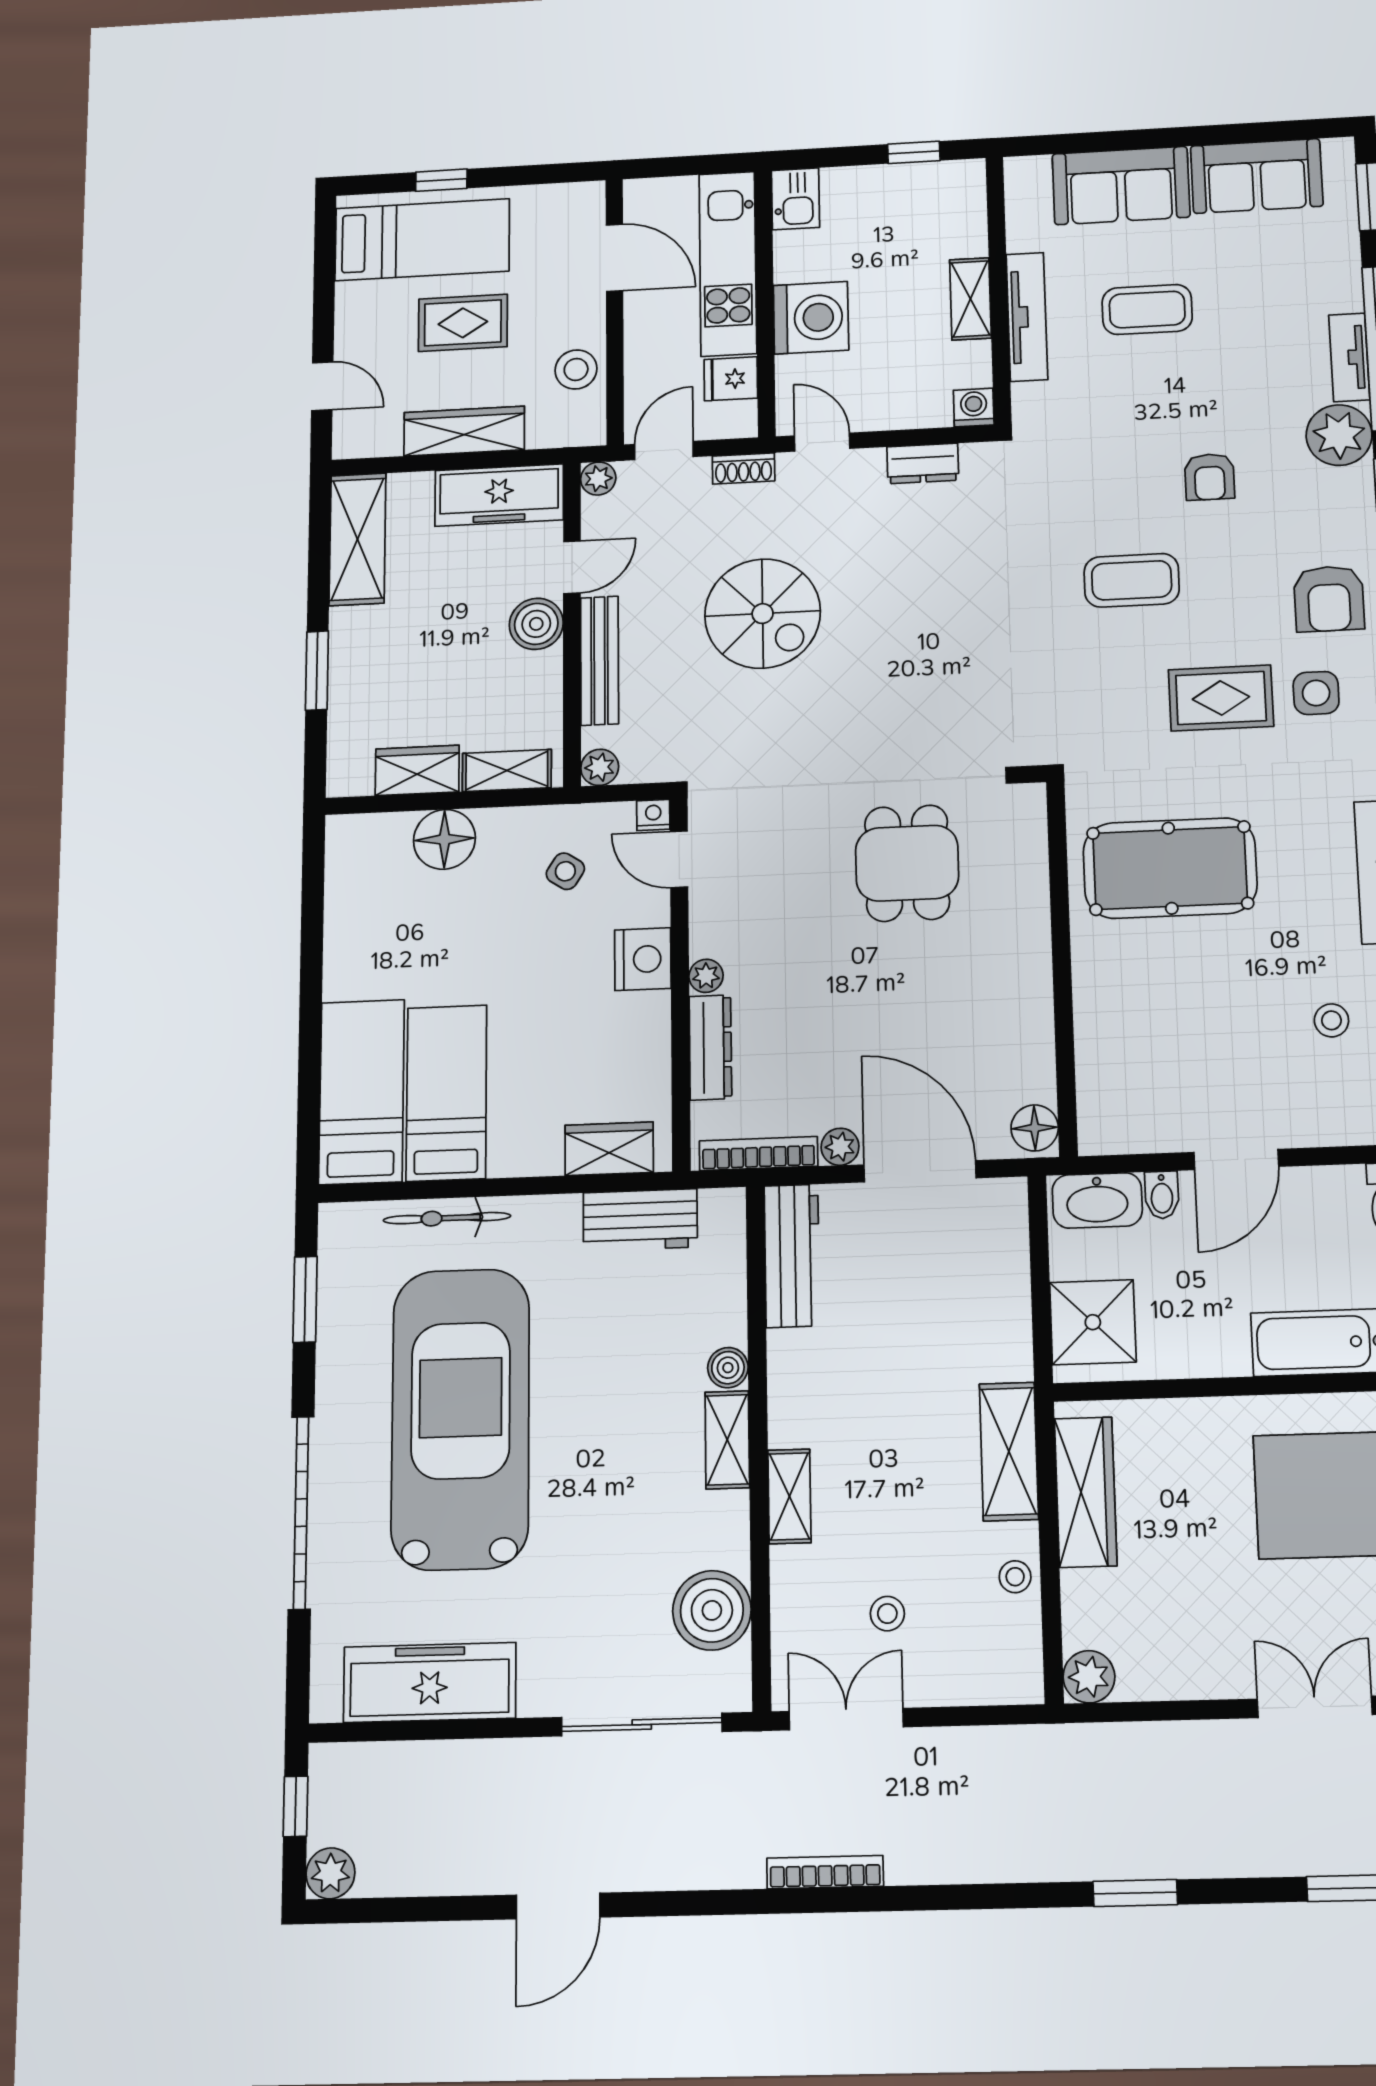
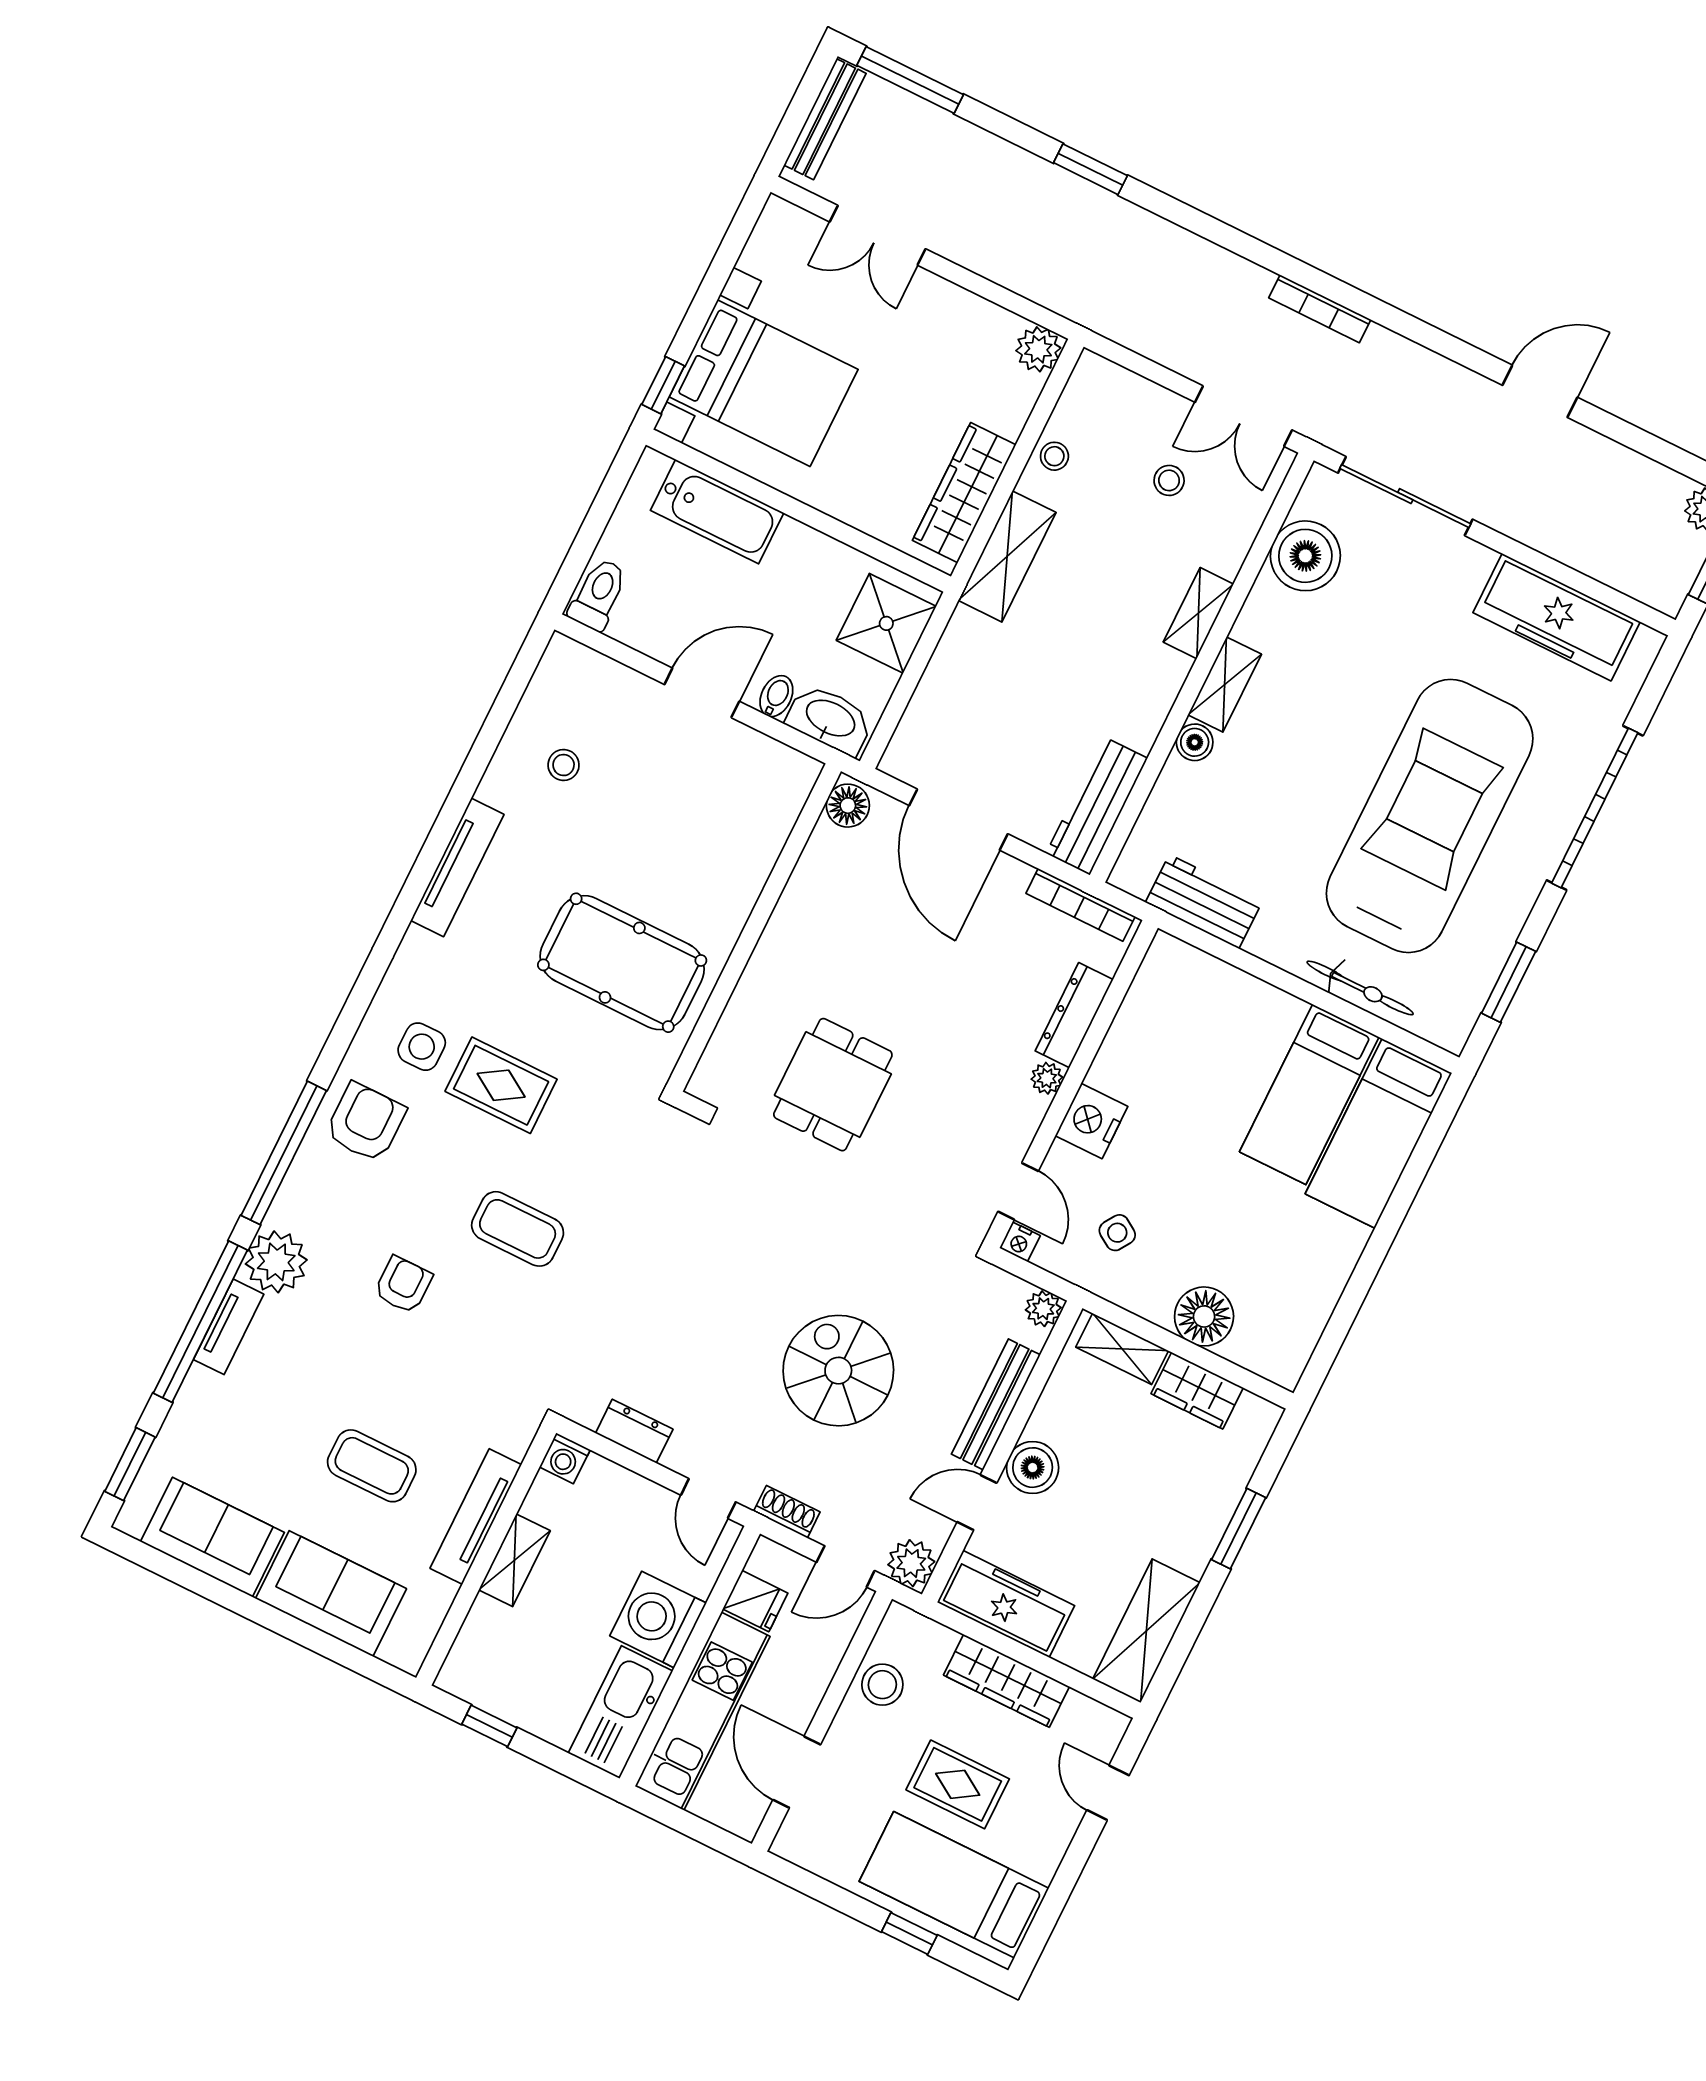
kitchen sink: (796, 199) -> (621, 1712), width x1.88, depth x1.24
plant: (598, 479) -> (911, 1563), width x1.38, depth x1.38
plant: (840, 1147) -> (1012, 875), removed
wardrobe: (609, 1149) -> (1199, 975), removed
car: (460, 1419) -> (1430, 816), turned 180

